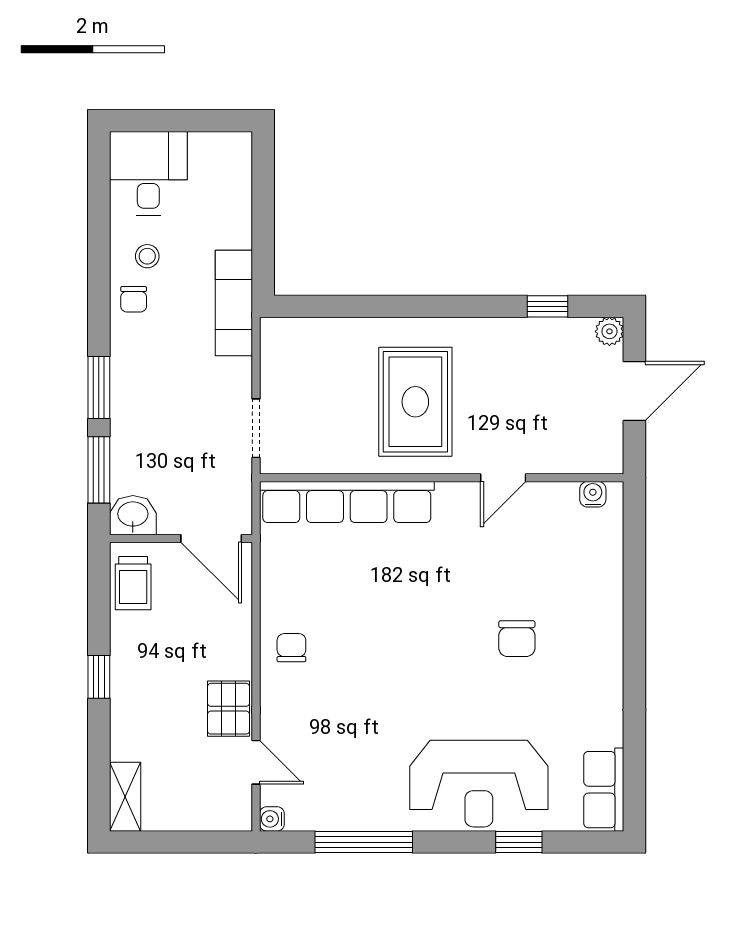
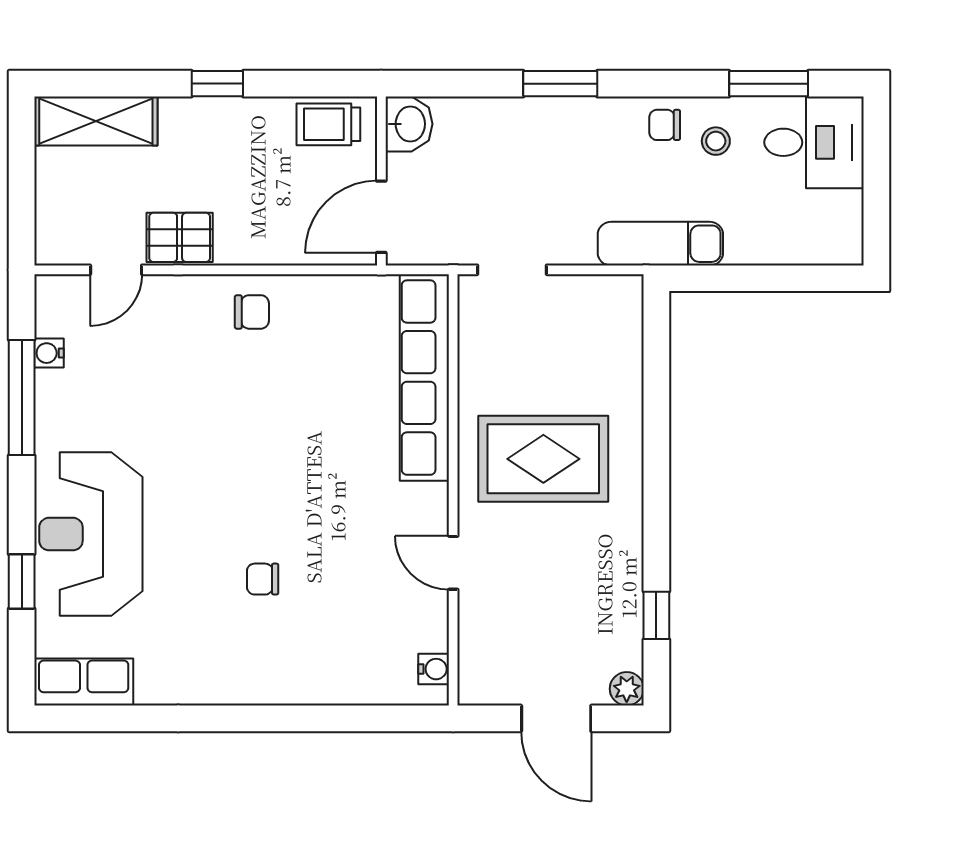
window: (99, 470) -> (769, 84), moved
chair: (517, 639) -> (263, 579), width x0.73, depth x0.73
shelving: (125, 797) -> (96, 121), width x1.50, depth x1.33
water cooler: (272, 819) -> (49, 353), moved, turned -90

